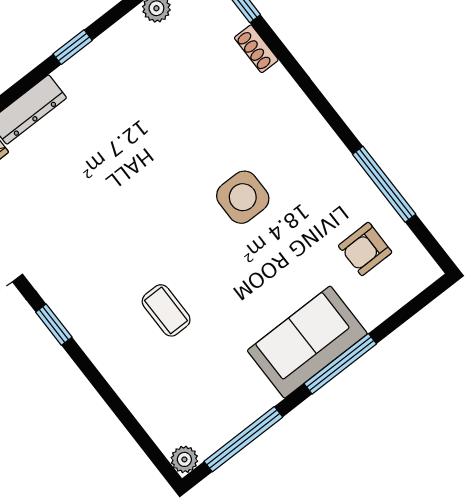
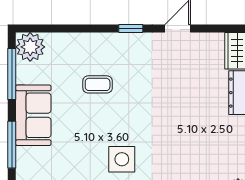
sofa: (307, 342) -> (33, 115), moved
plant: (184, 459) -> (30, 47), width x1.87, depth x1.87

